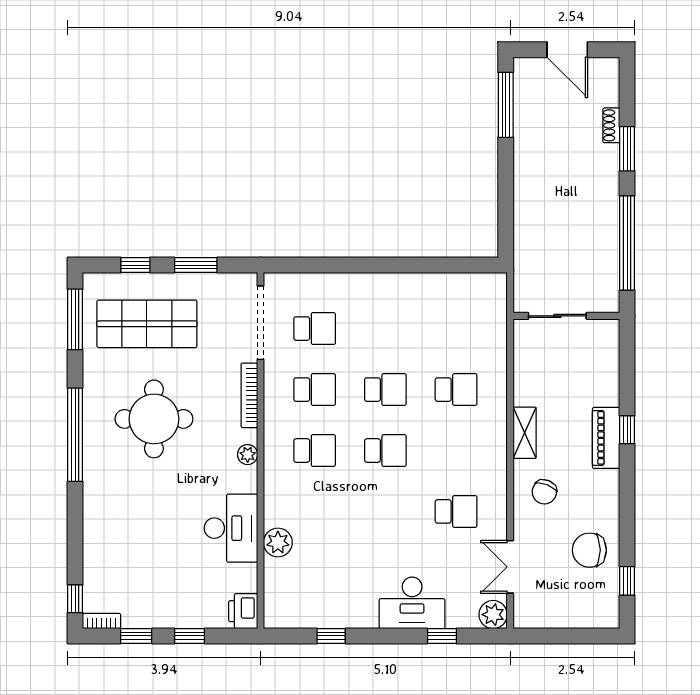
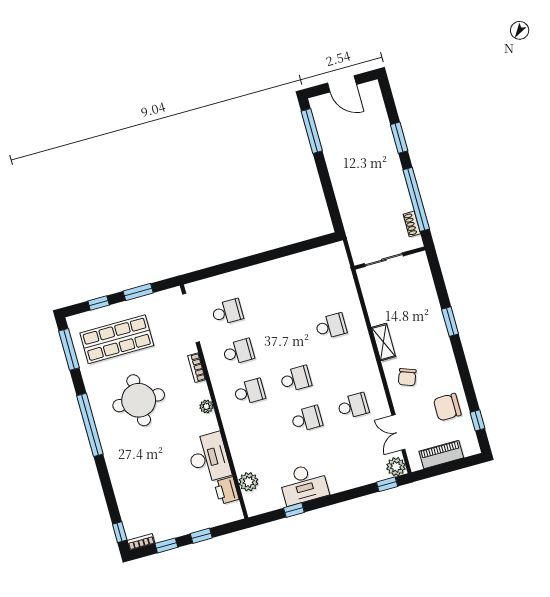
shoe rack: (611, 125) -> (412, 224), moved
school desk: (385, 390) -> (307, 419), moved
bookcase: (249, 395) -> (197, 368), width x0.64
window: (627, 430) -> (450, 322), width x1.50
piano: (606, 438) -> (441, 454), moved, turned 90
plant: (278, 542) -> (249, 482), moved
desk: (412, 603) -> (304, 484), moved
printer: (243, 611) -> (226, 490), moved
window: (442, 636) -> (387, 484), moved

